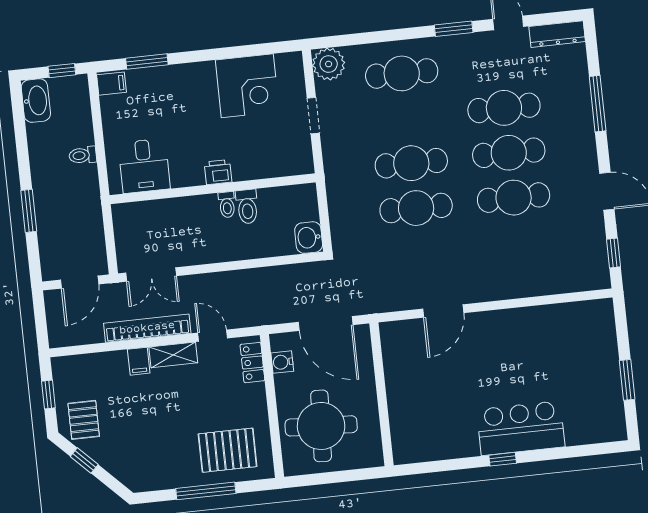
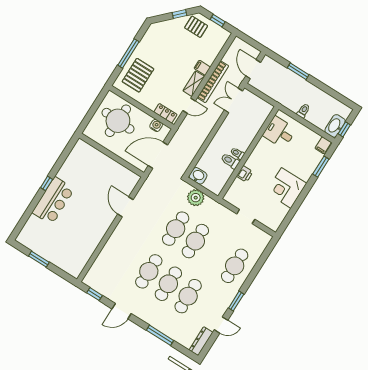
plant: (329, 64) -> (196, 198), moved
corner desk: (247, 86) -> (286, 188), moved
washbasin: (36, 101) -> (335, 126), moved, turned 90
printer: (218, 172) -> (245, 174), moved

